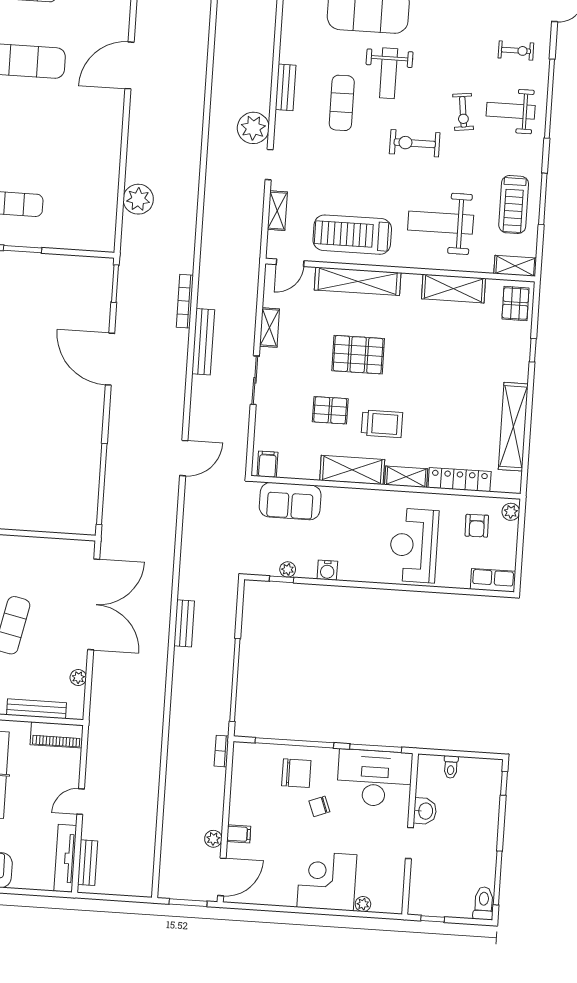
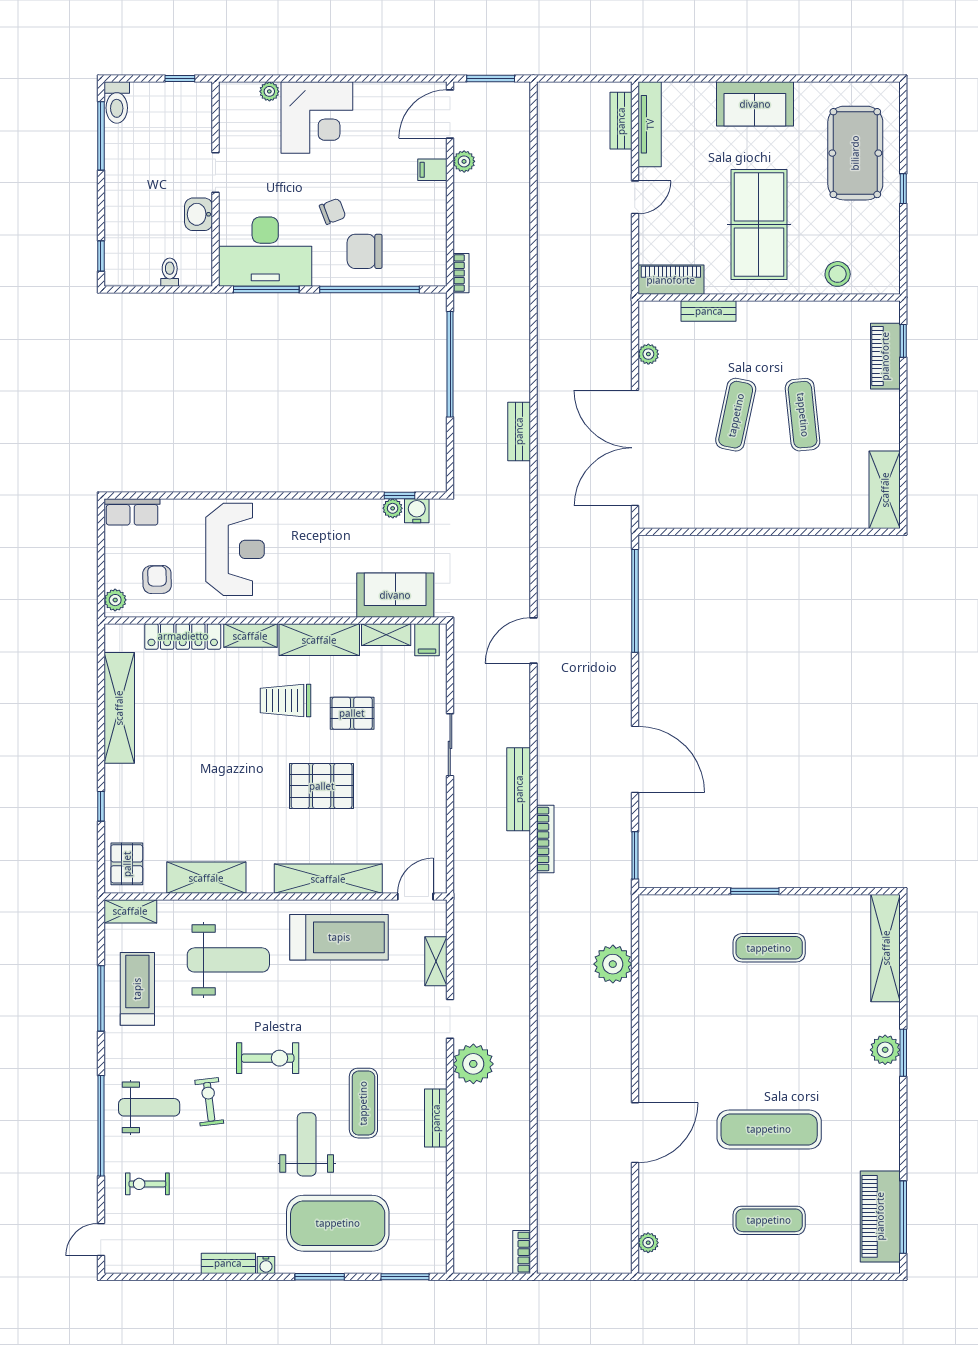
shelving: (270, 328) -> (386, 635), moved, turned 90
water cooler: (327, 570) -> (417, 511), moved
bench: (36, 709) -> (709, 311), width x0.73

